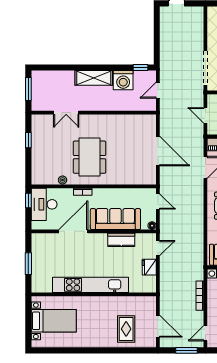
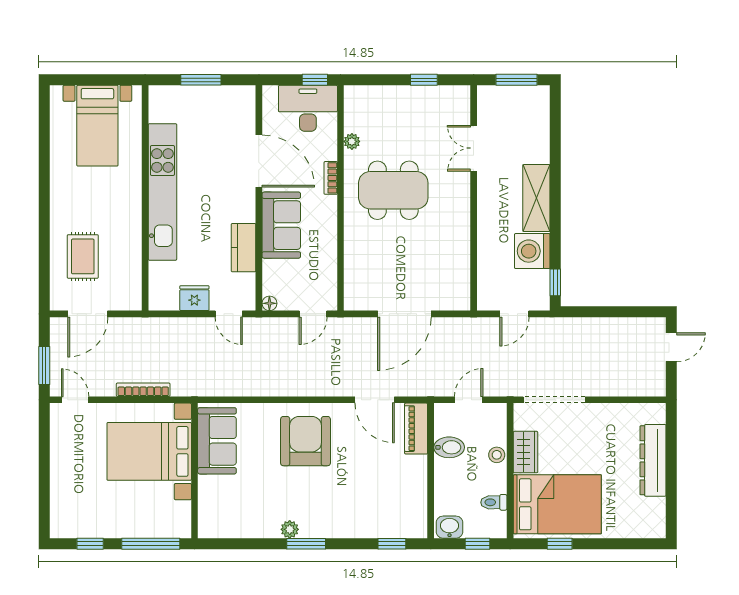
door: (158, 90) -> (514, 314), swing flipped
sofa: (115, 219) -> (281, 225), width x0.73
rug: (126, 329) -> (83, 256), turned 90

